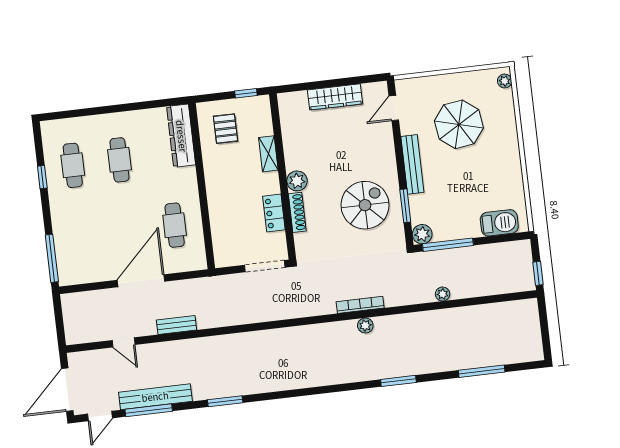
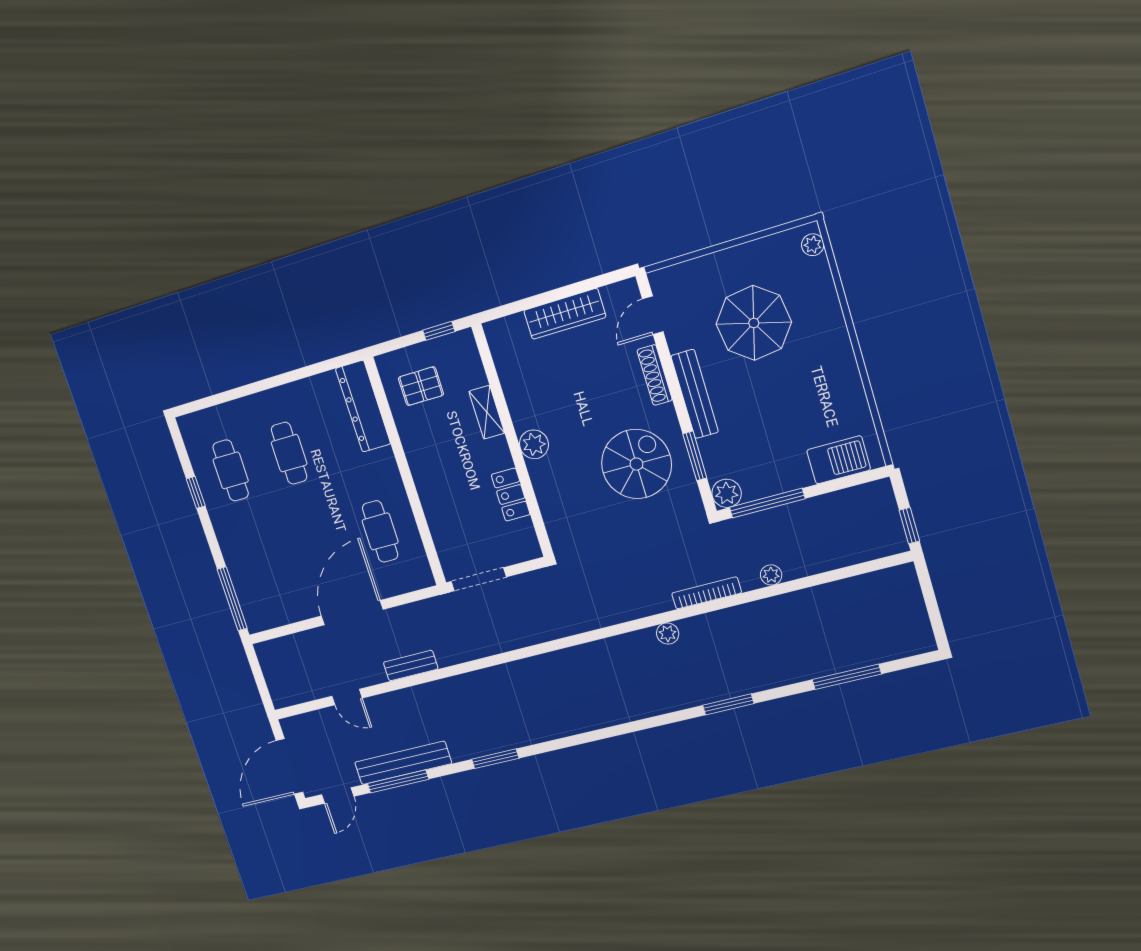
pallet: (225, 129) -> (421, 386), turned 90
shoe rack: (297, 212) -> (655, 375), moved, turned 180
doorway: (265, 266) -> (479, 579), moved
bookcase: (360, 305) -> (707, 593), moved

